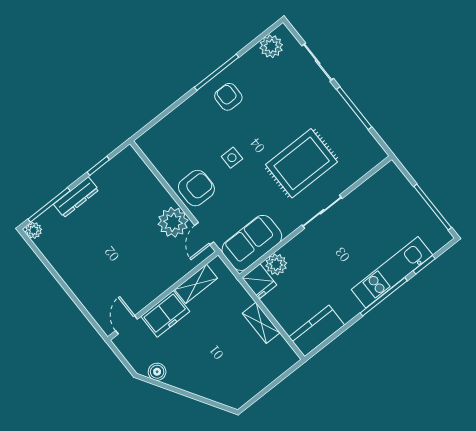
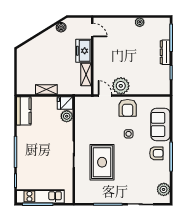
plant: (34, 230) -> (140, 22), moved
sofa: (252, 243) -> (160, 125), moved, turned 180
kitchen unit: (392, 272) -> (40, 196), moved, turned -90

